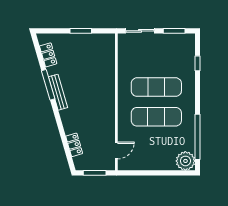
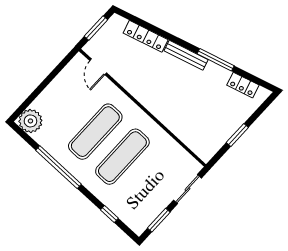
bench: (58, 92) -> (186, 55), moved
window: (198, 137) -> (59, 167), moved
locker: (74, 145) -> (146, 36), width x1.53

